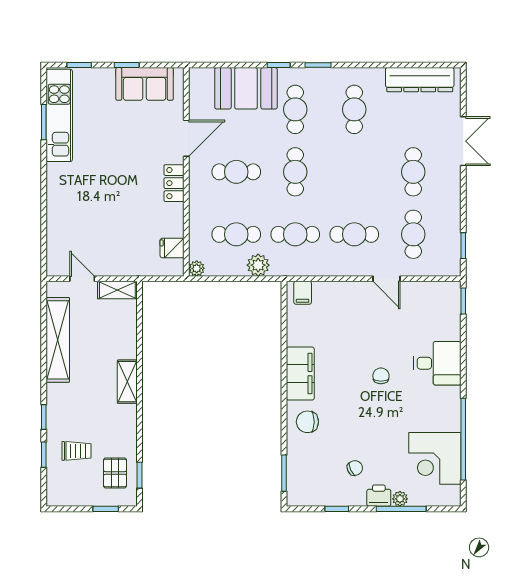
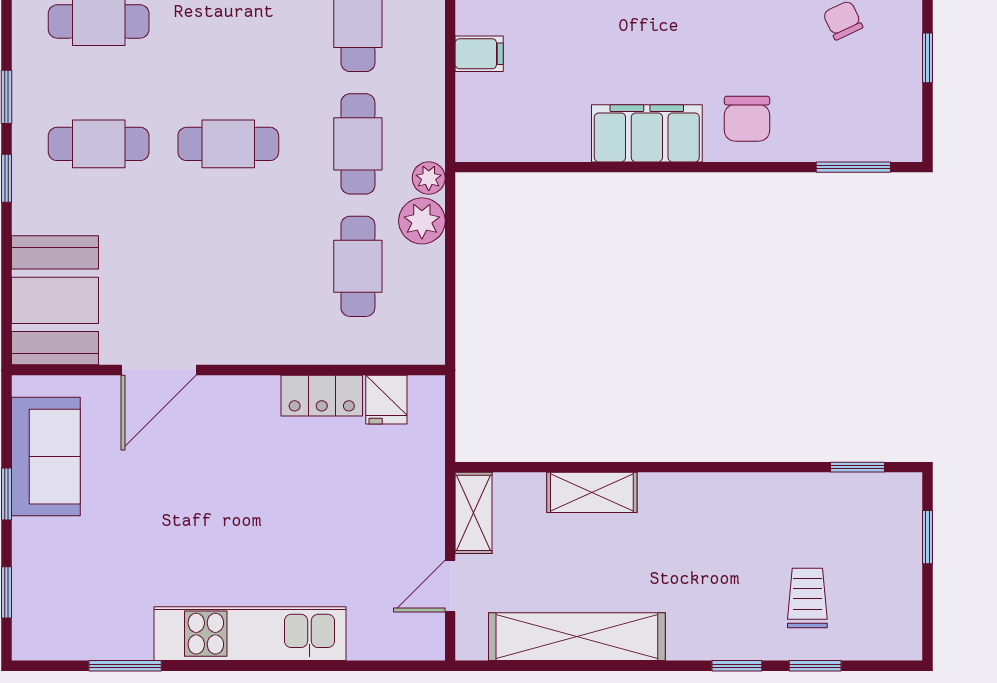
booth: (246, 88) -> (55, 300), moved
kitchen unit: (59, 115) -> (250, 634), moved
door: (186, 138) -> (159, 370), swing flipped
cafe table: (236, 172) -> (228, 266), removed
locker: (174, 183) -> (322, 396), moved
plant: (197, 268) -> (429, 178), moved
filing cabinet: (303, 293) -> (479, 54), moved
shelving: (127, 382) -> (592, 492), moved
pallet: (115, 473) -> (853, 518), removed

